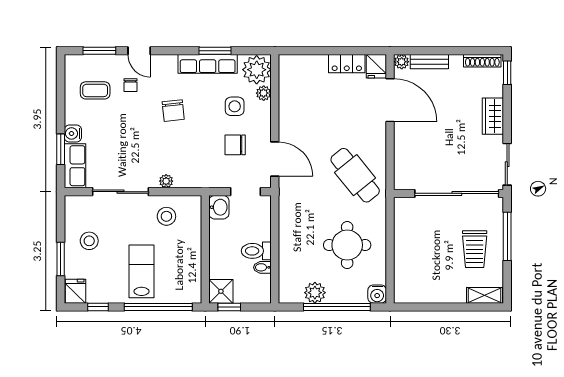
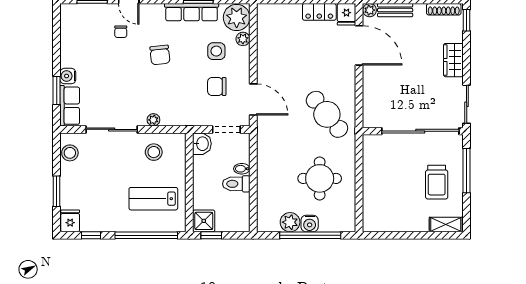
coffee table: (95, 90) -> (88, 37), removed
stool: (89, 241) -> (70, 153), moved
bidet: (262, 267) -> (242, 169), moved
lab bench: (141, 271) -> (153, 199), moved, turned -90
water cooler: (377, 294) -> (310, 223), moved

